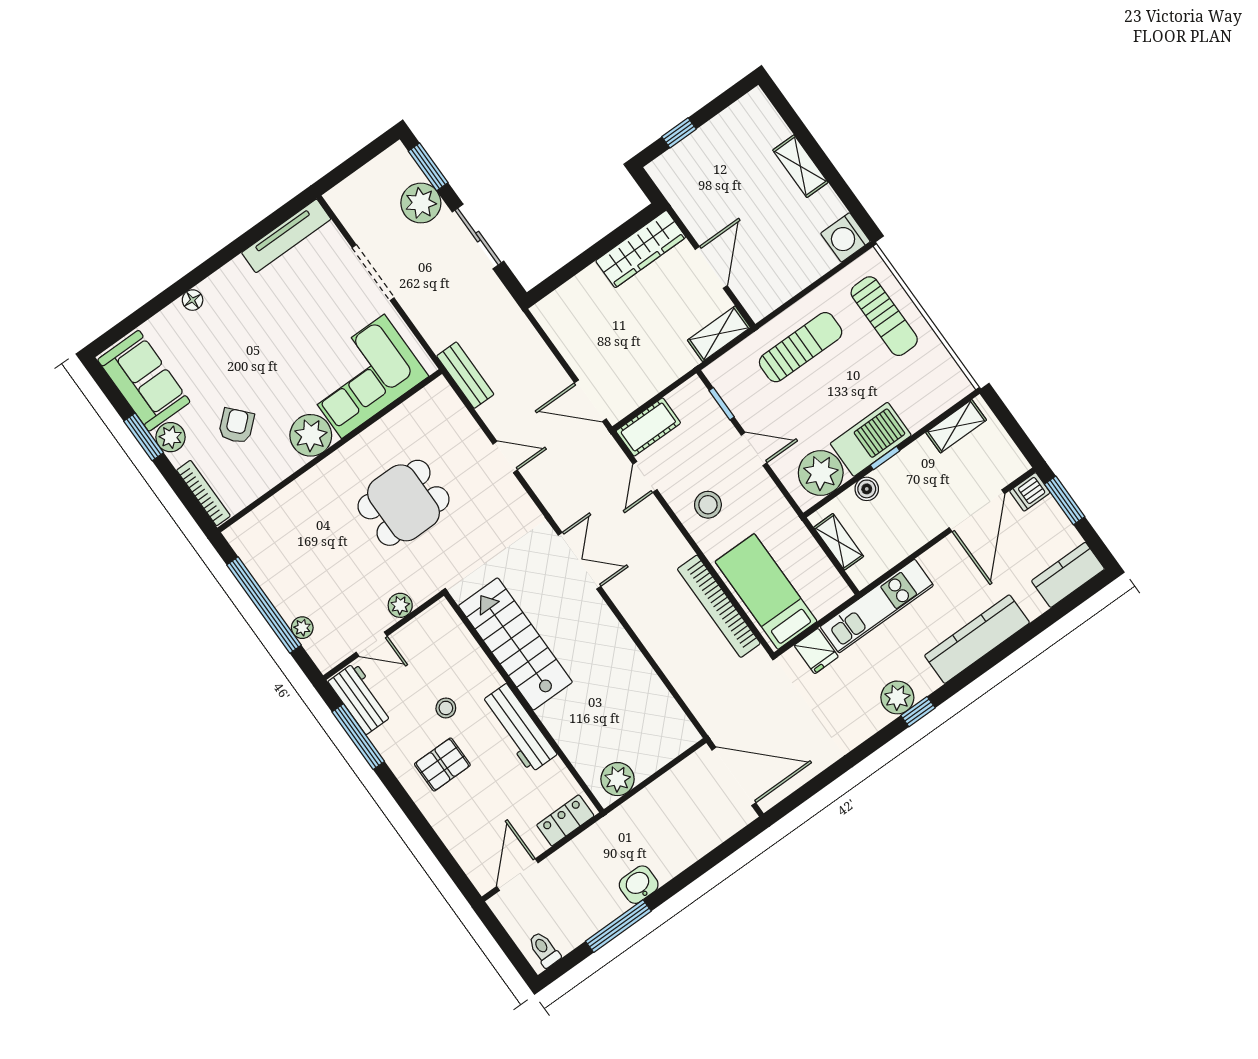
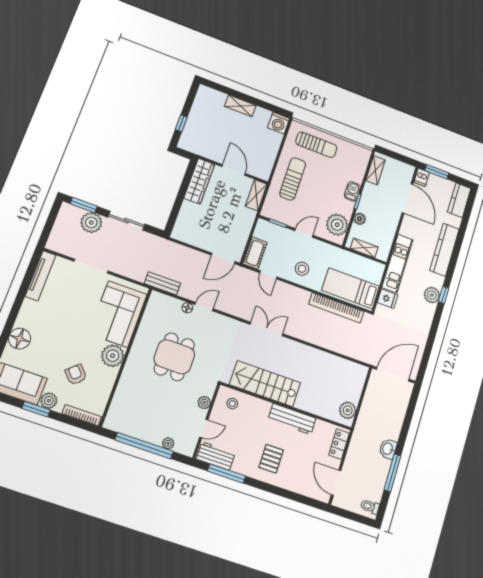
floor lamp: (193, 300) -> (20, 339), width x1.89, depth x1.89
barbecue: (871, 439) -> (352, 191), width x0.53, depth x0.65
floor lamp: (477, 440) -> (187, 308), added
stool: (446, 708) -> (232, 404), moved

